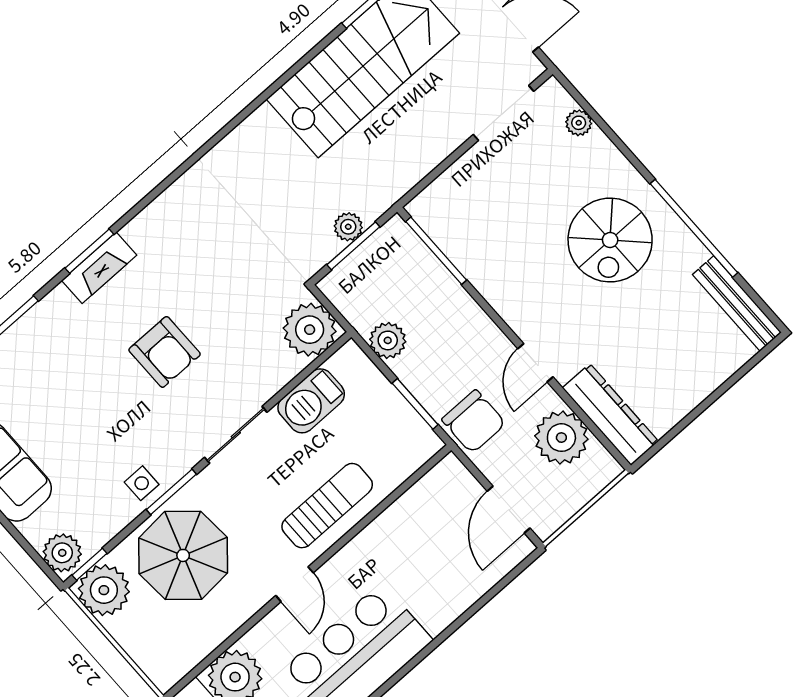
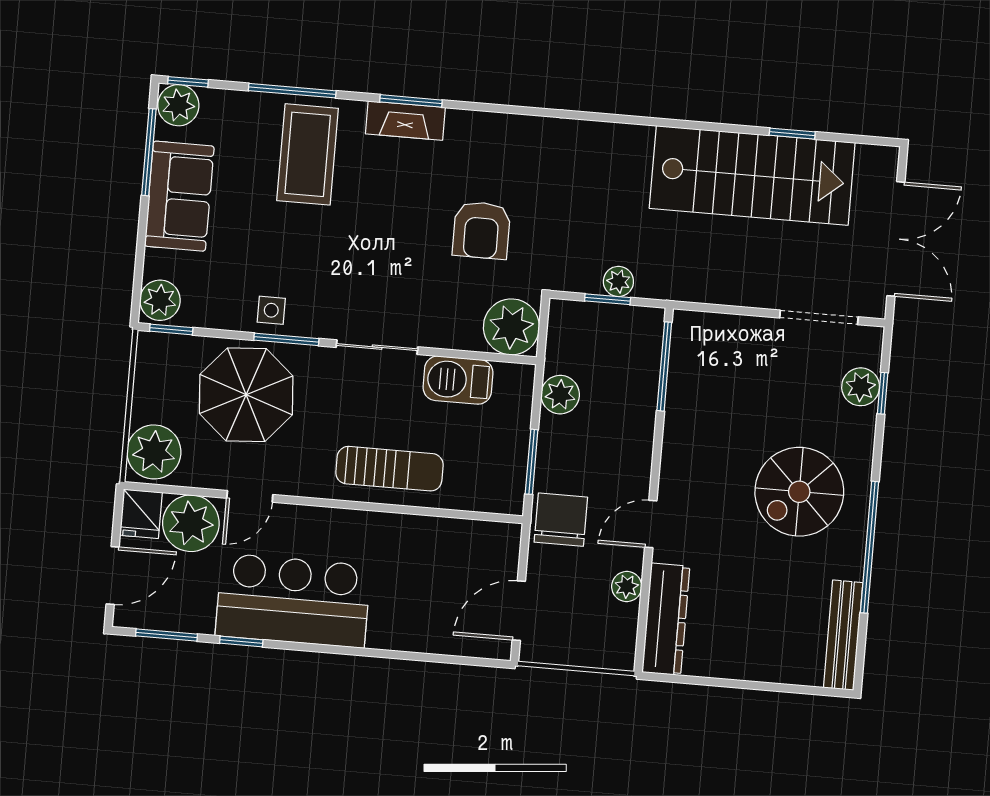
window: (597, 119) -> (883, 393), added
plant: (579, 123) -> (861, 387), width x1.38, depth x1.38
window: (353, 246) -> (608, 299), width x0.67
armchair: (165, 352) -> (481, 230), moved
coffee table: (59, 357) -> (308, 154), added
chair: (474, 421) -> (561, 520), turned 180
plant: (561, 438) -> (627, 587), width x0.53, depth x0.53
door: (295, 584) -> (250, 496), moved
plant: (104, 590) -> (154, 452), moved

